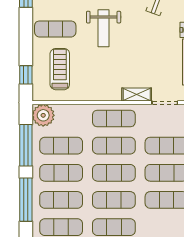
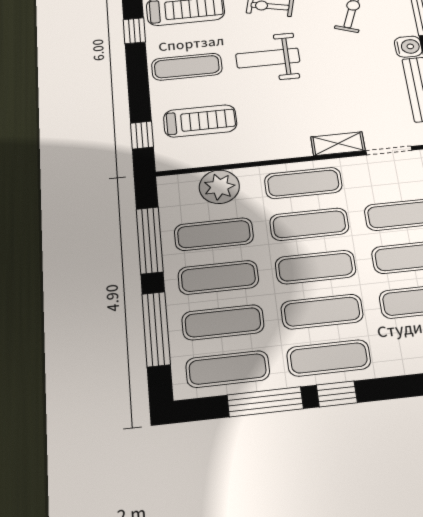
weight bench: (104, 28) -> (268, 58), turned 90
treadmill: (60, 69) -> (200, 121), turned 90
plant: (43, 115) -> (219, 187), moved

